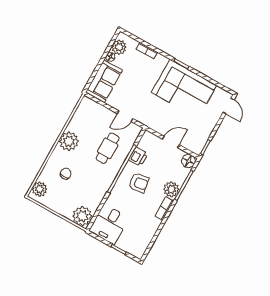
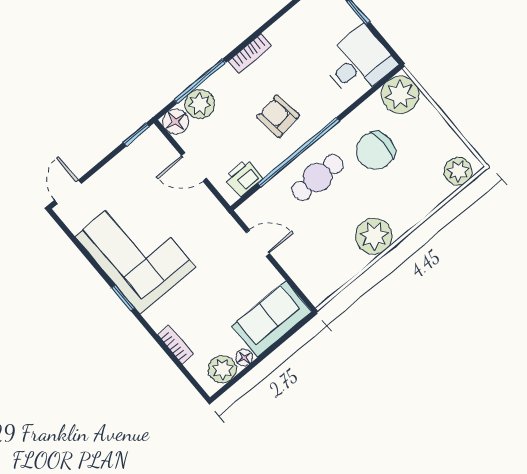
cafe table: (108, 148) -> (317, 178), moved
printer: (138, 157) -> (244, 178), moved
chair: (66, 174) -> (375, 151), moved, width x1.87, depth x1.87
plant: (171, 189) -> (200, 104), moved

